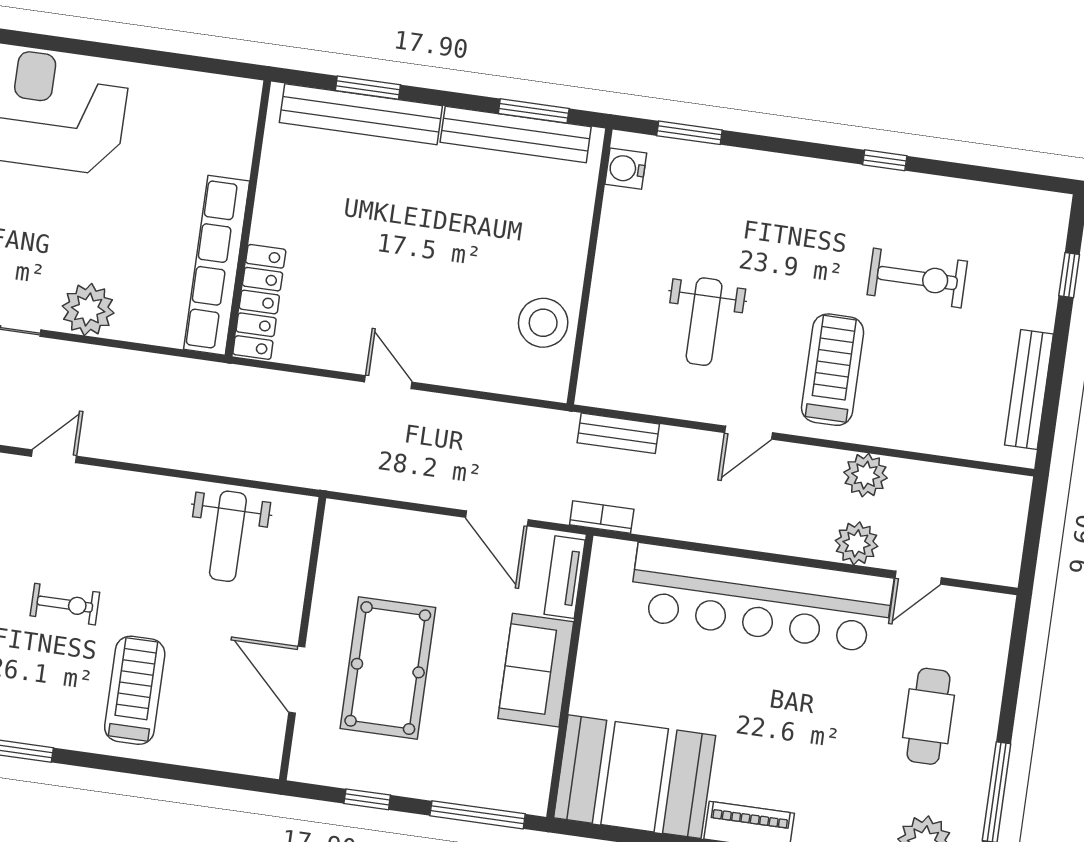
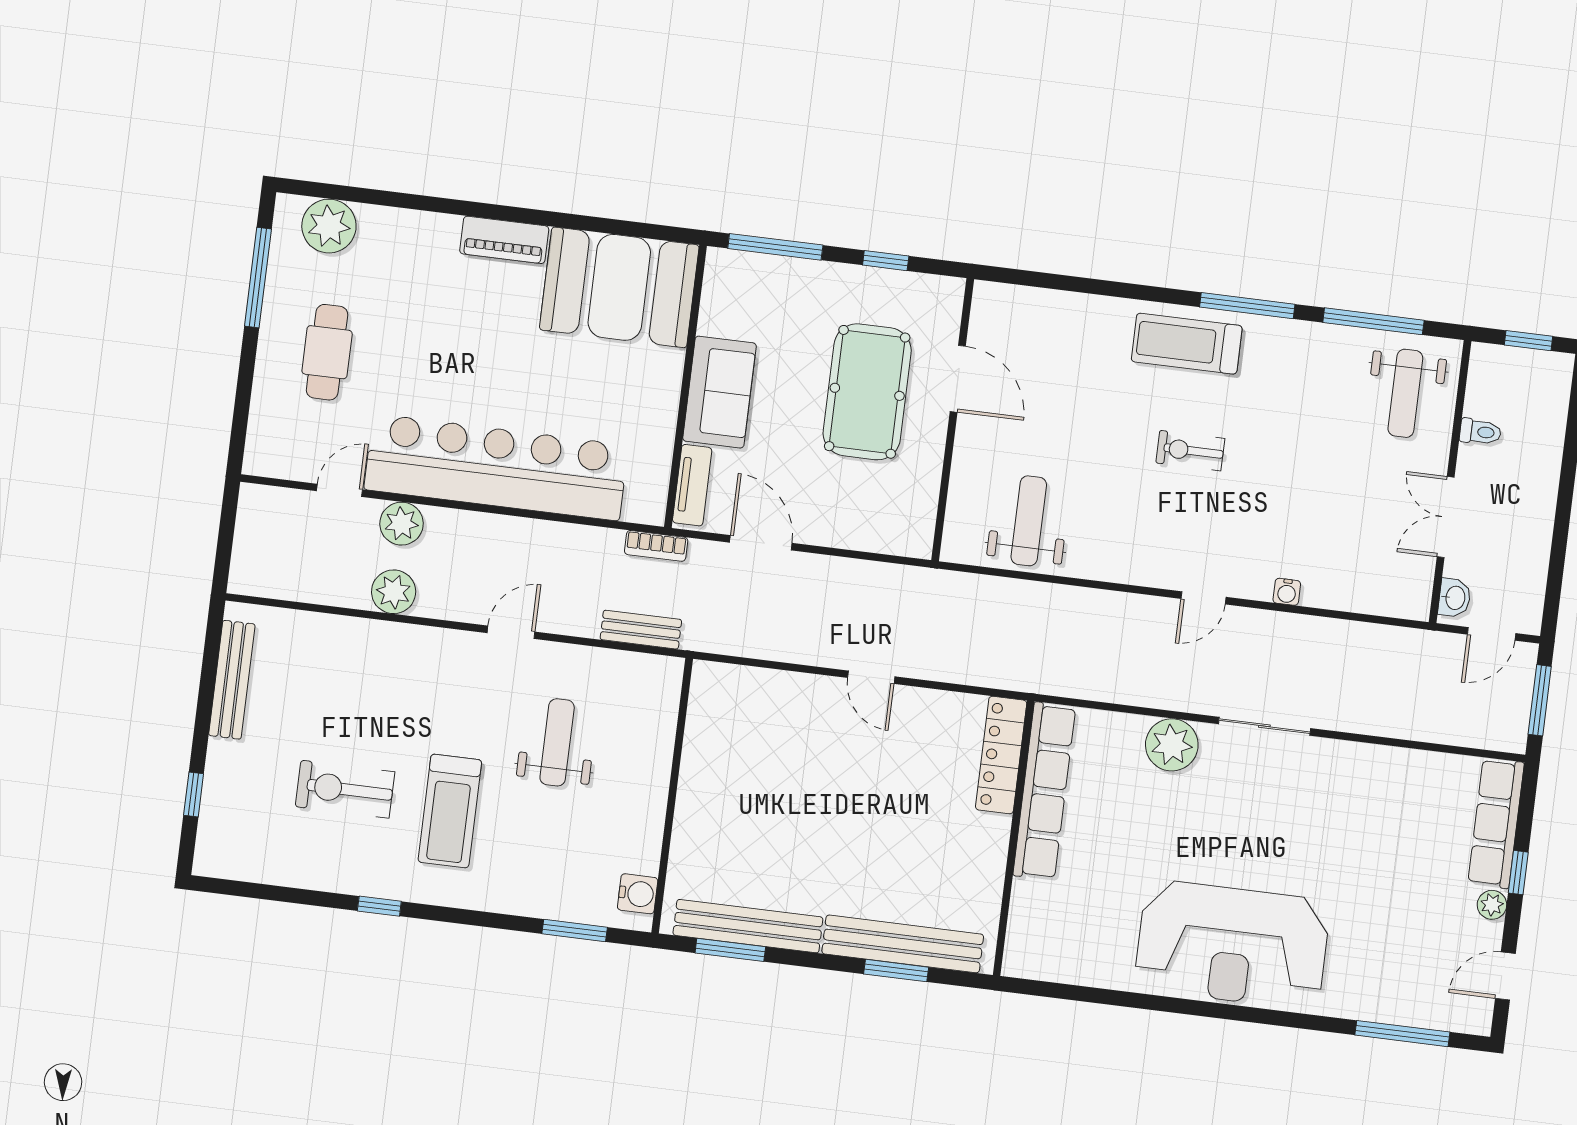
stool: (543, 323) -> (718, 739), removed
treadmill: (833, 370) -> (450, 811), moved
treadmill: (135, 690) -> (1187, 344), moved, turned 90

